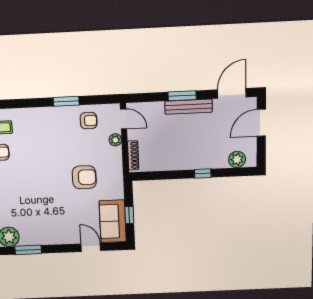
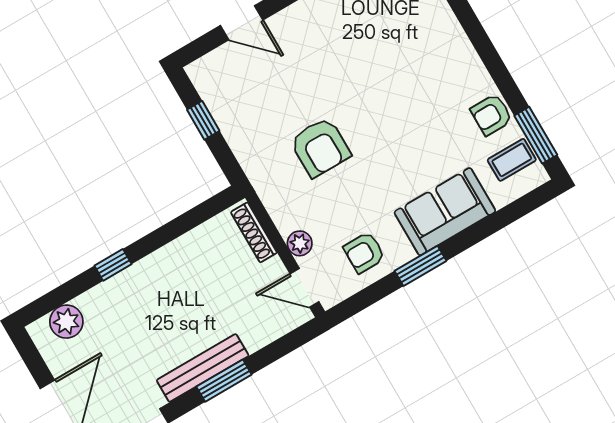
armchair: (84, 177) -> (320, 147), turned -90
sofa: (113, 221) -> (445, 212), moved, turned -90

